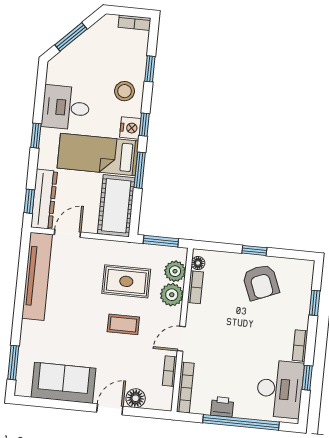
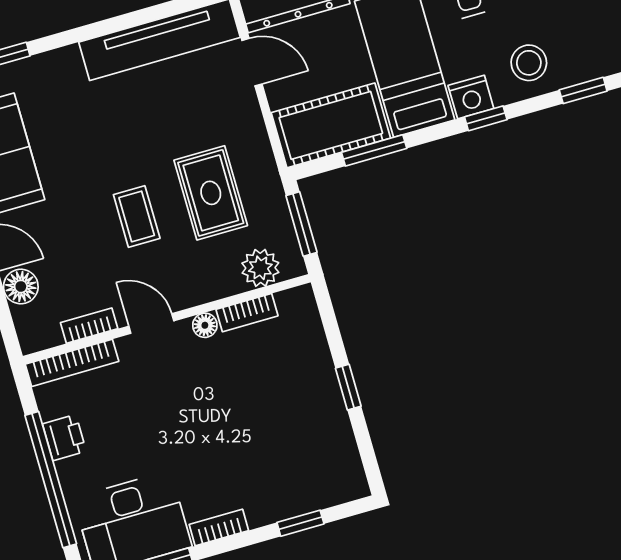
window: (140, 170) -> (374, 150), moved
floor lamp: (198, 263) -> (205, 325), moved
armchair: (261, 282) -> (299, 419), removed
plant: (172, 295) -> (219, 278), removed

